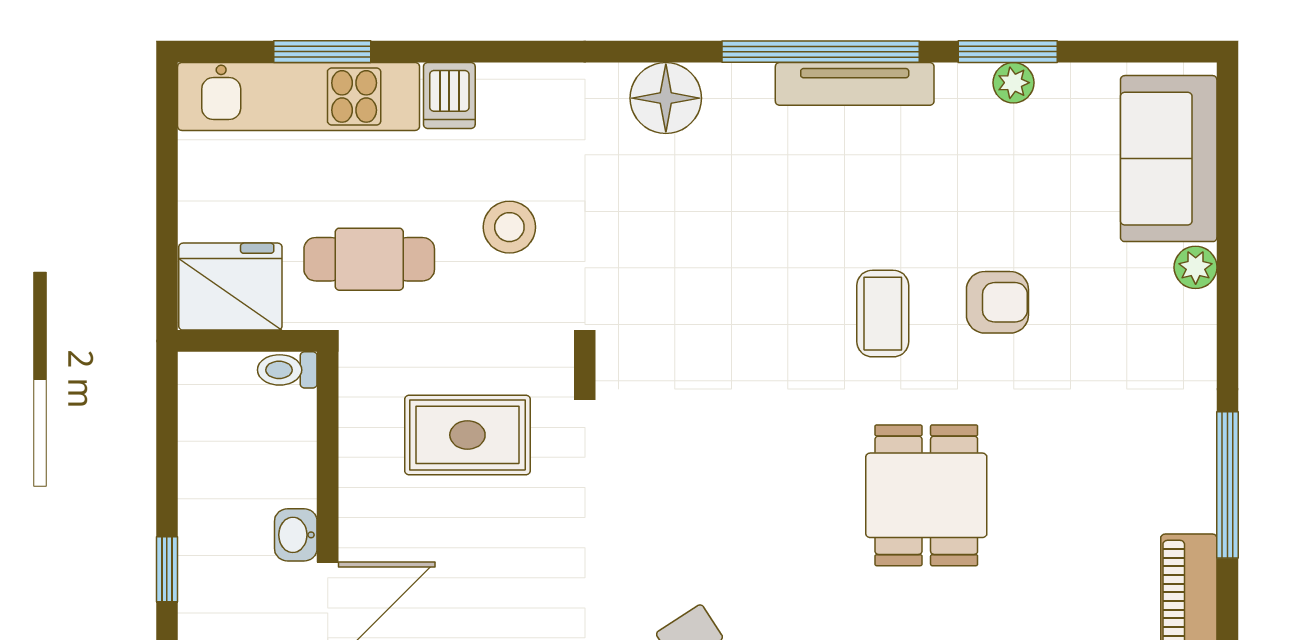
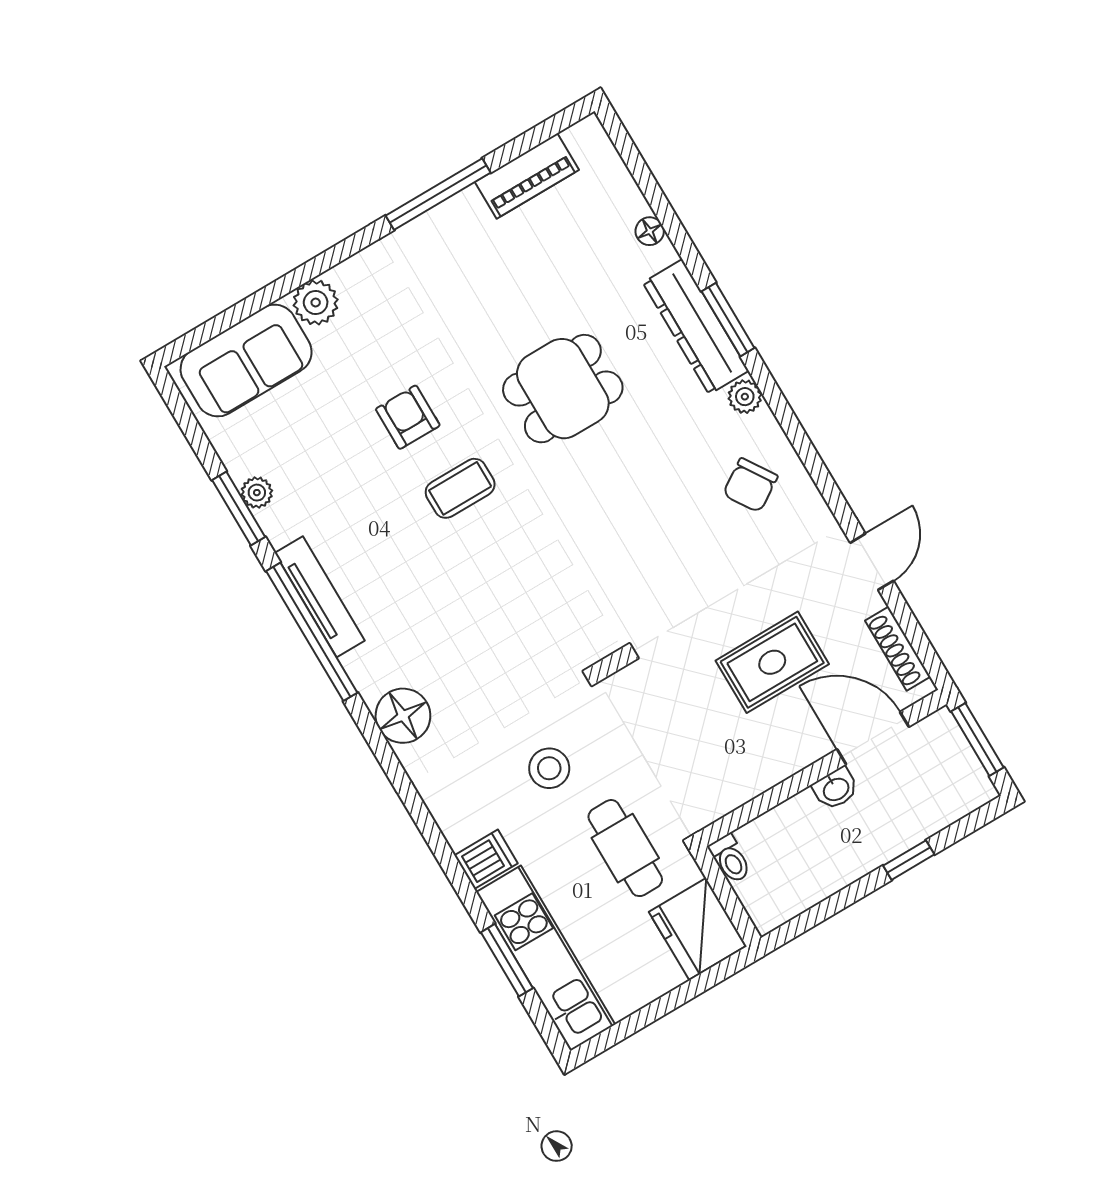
plant: (1196, 267) -> (316, 302), width x1.38, depth x1.38
rug: (467, 435) -> (772, 662), moved, turned 90

